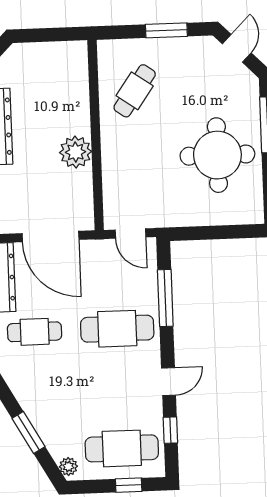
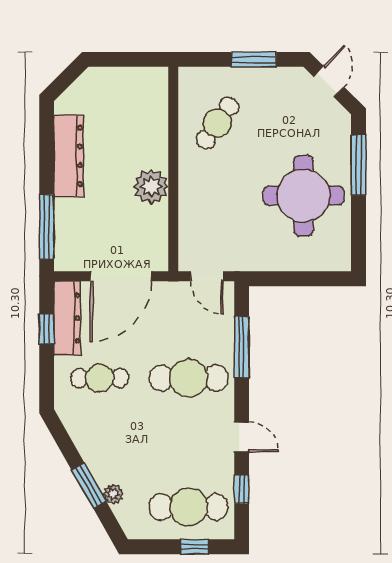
door: (51, 237) -> (121, 276), hinge flipped
door: (169, 382) -> (242, 437), hinge flipped
plant: (68, 466) -> (113, 494), moved

